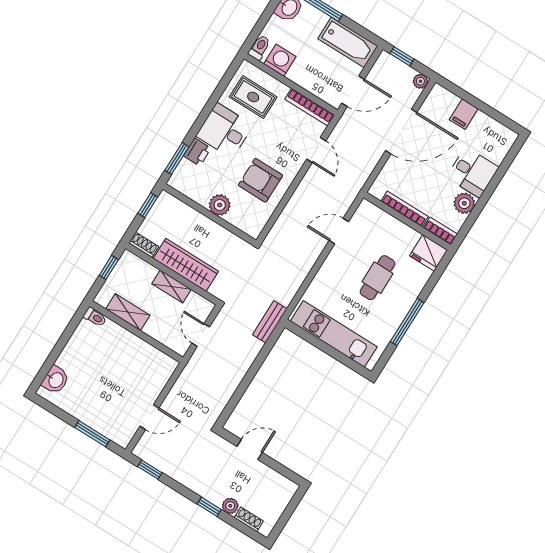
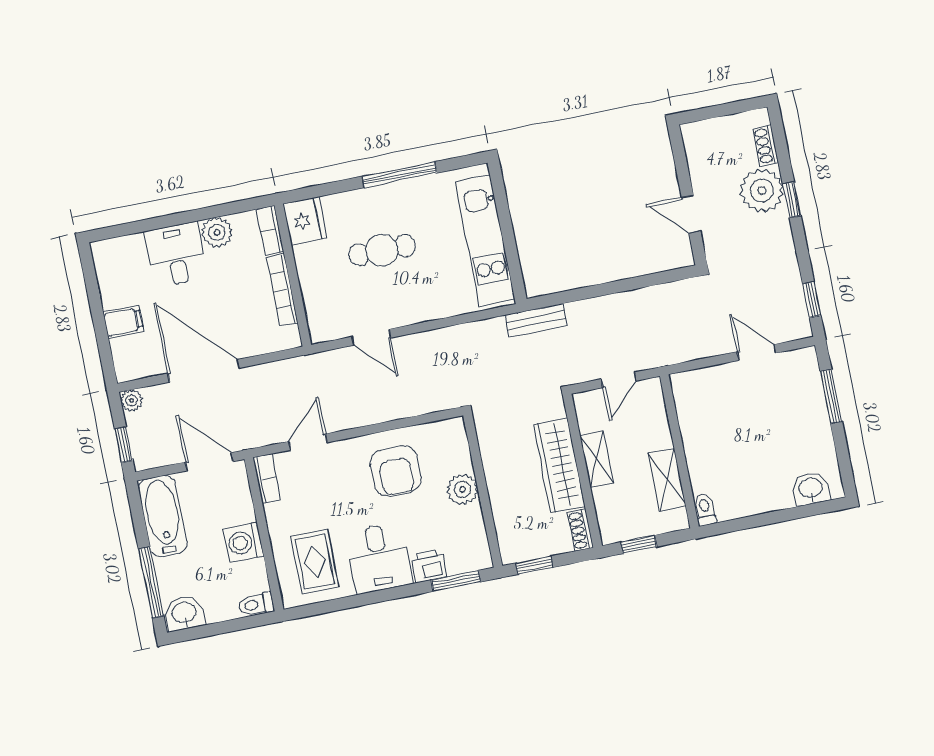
washing machine: (280, 60) -> (244, 542), moved
bookcase: (310, 107) -> (267, 479), width x0.64
plant: (230, 506) -> (762, 190), width x1.87, depth x1.87

